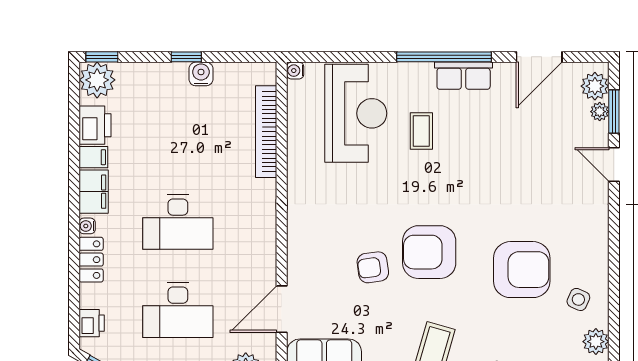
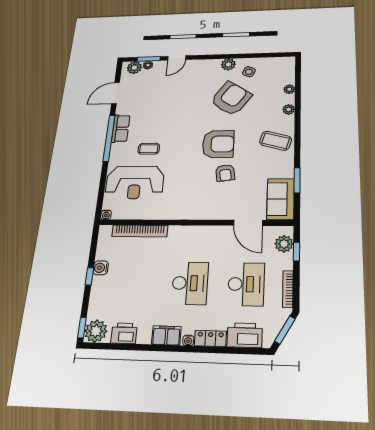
door: (539, 57) -> (115, 93), swing flipped
reception desk: (356, 113) -> (135, 182), turned 180
filing cabinet: (93, 157) -> (144, 335), removed
armchair: (429, 252) -> (218, 144), turned -90
armchair: (522, 270) -> (231, 99), turned 35
printer: (92, 323) -> (245, 335), width x1.87, depth x1.48
plant: (596, 342) -> (228, 64), moved

